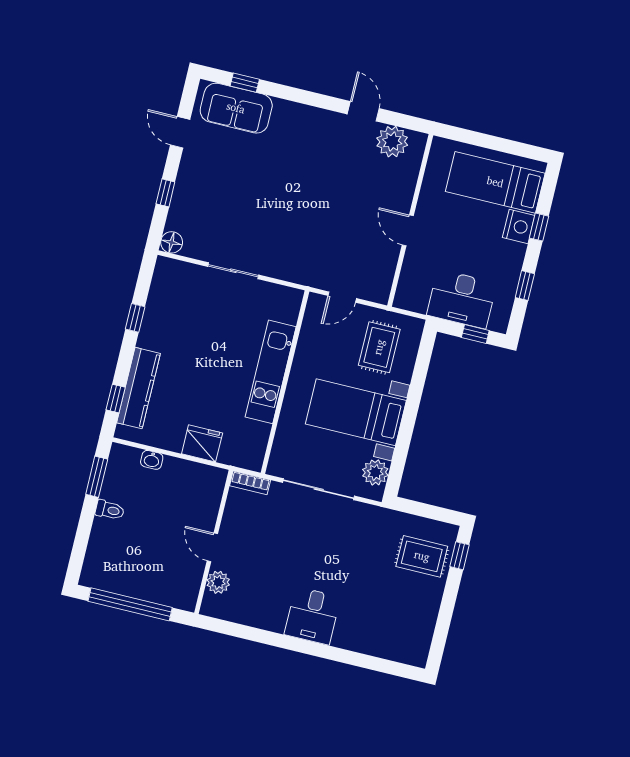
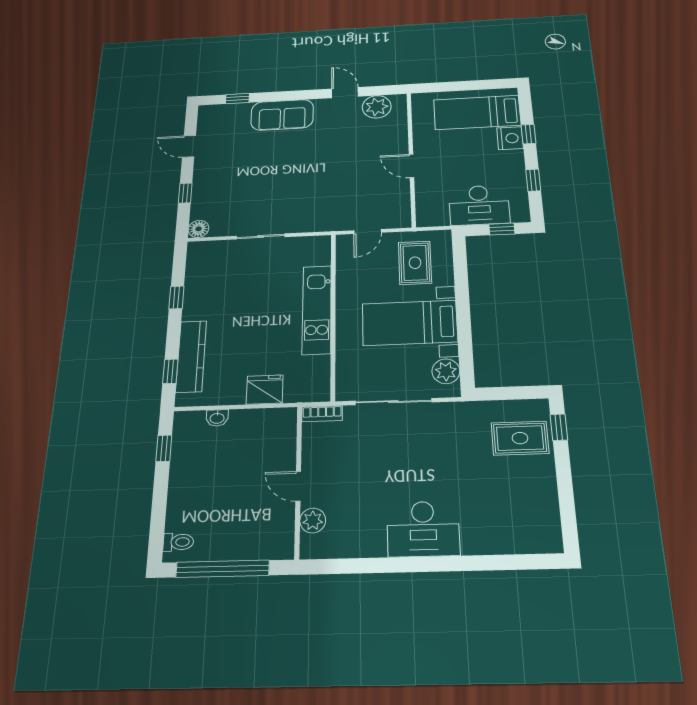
sofa: (236, 108) -> (282, 115), moved
window: (97, 477) -> (164, 448), width x0.67
toilet: (110, 510) -> (178, 542), moved
desk: (312, 616) -> (423, 529), width x1.37

